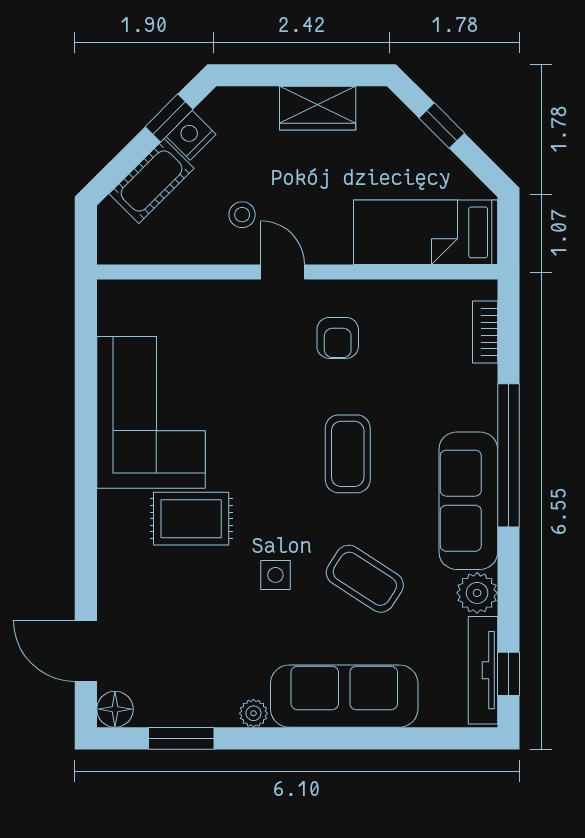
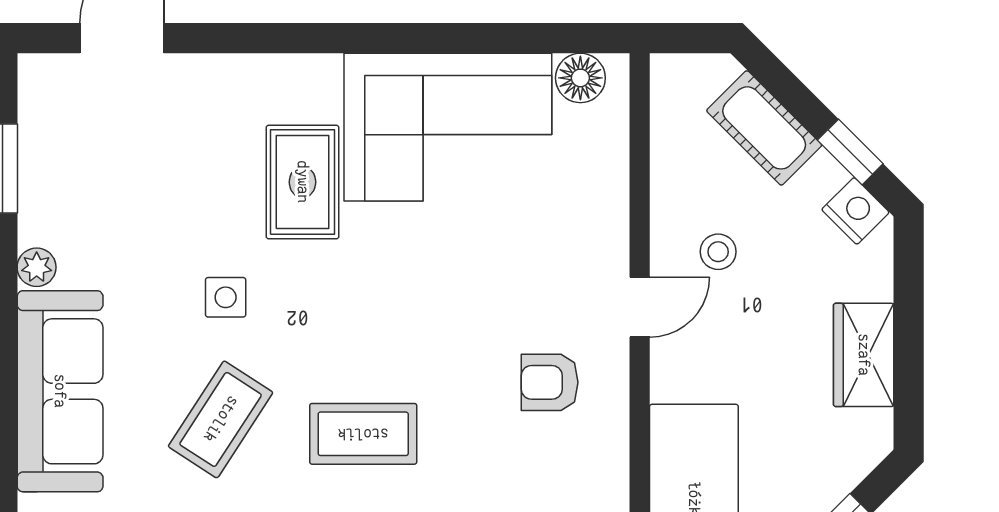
nightstand: (191, 135) -> (855, 211), moved
coffee table: (348, 454) -> (363, 434), moved
floor lamp: (115, 709) -> (580, 78), moved

